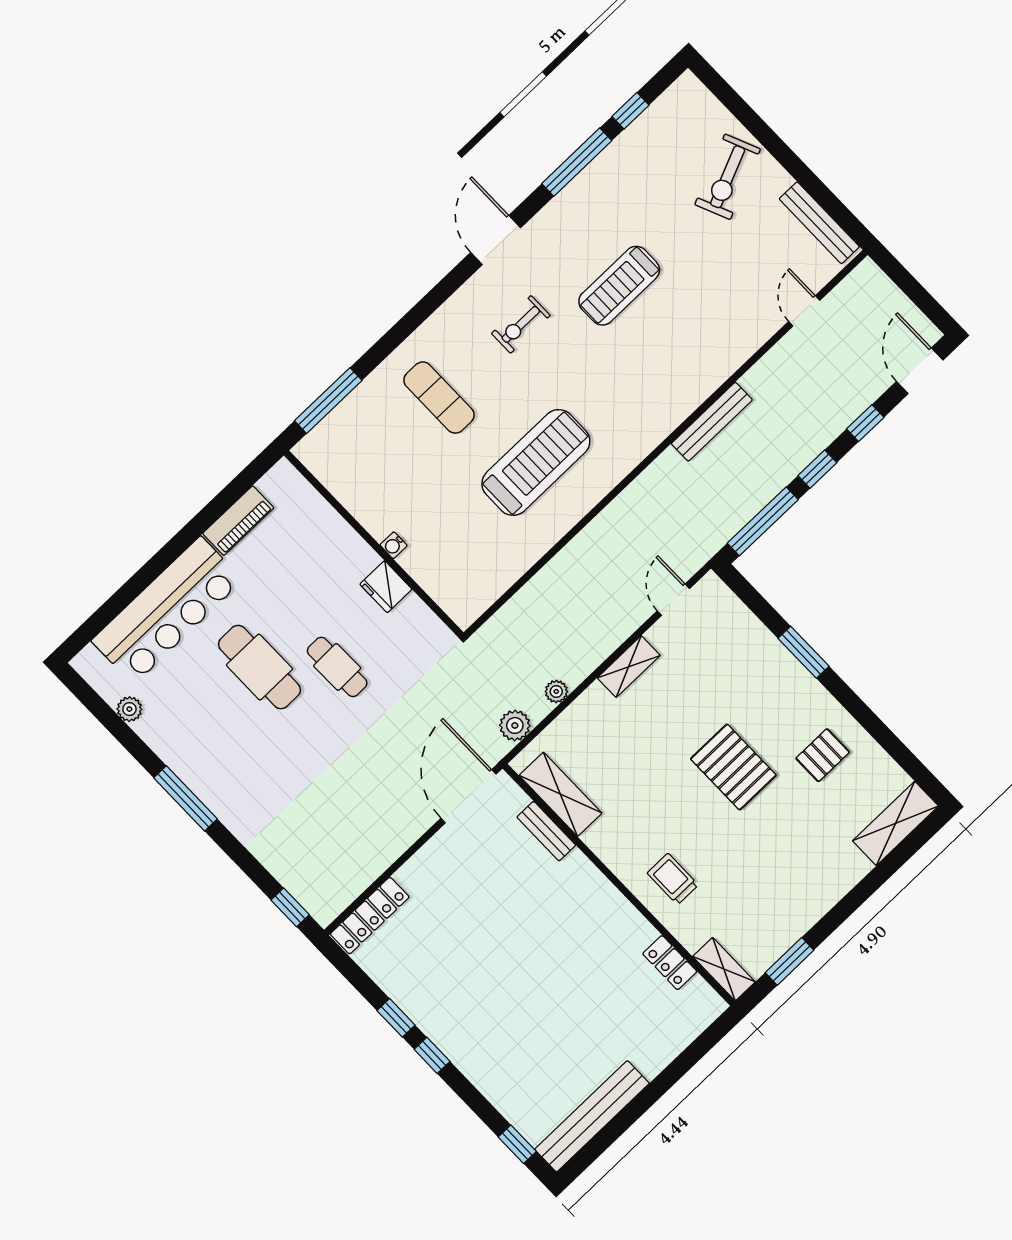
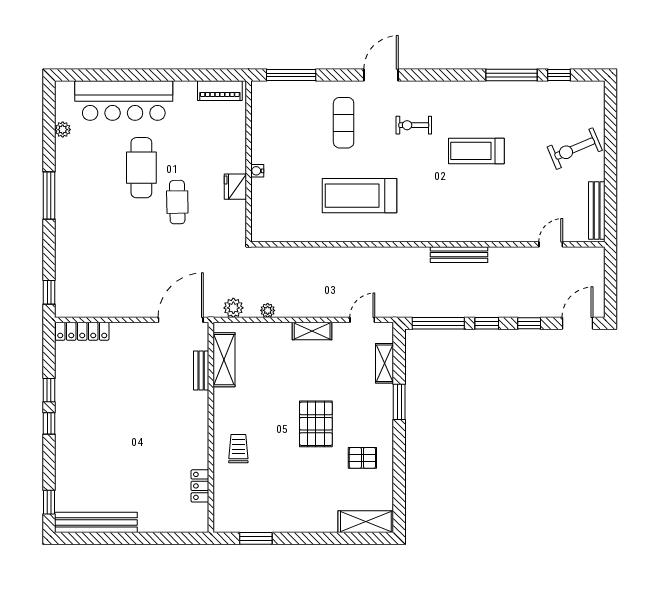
door: (496, 240) -> (381, 75), moved
treadmill: (536, 462) -> (360, 196), turned 180
piano: (238, 521) -> (220, 91), moved
shelving: (724, 969) -> (385, 363), moved

